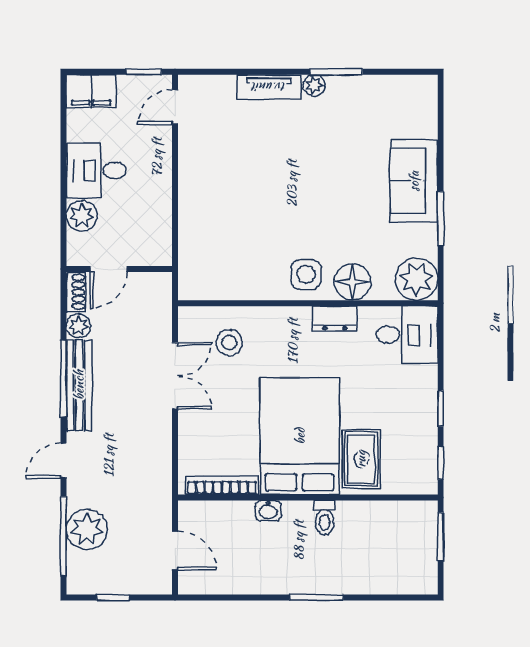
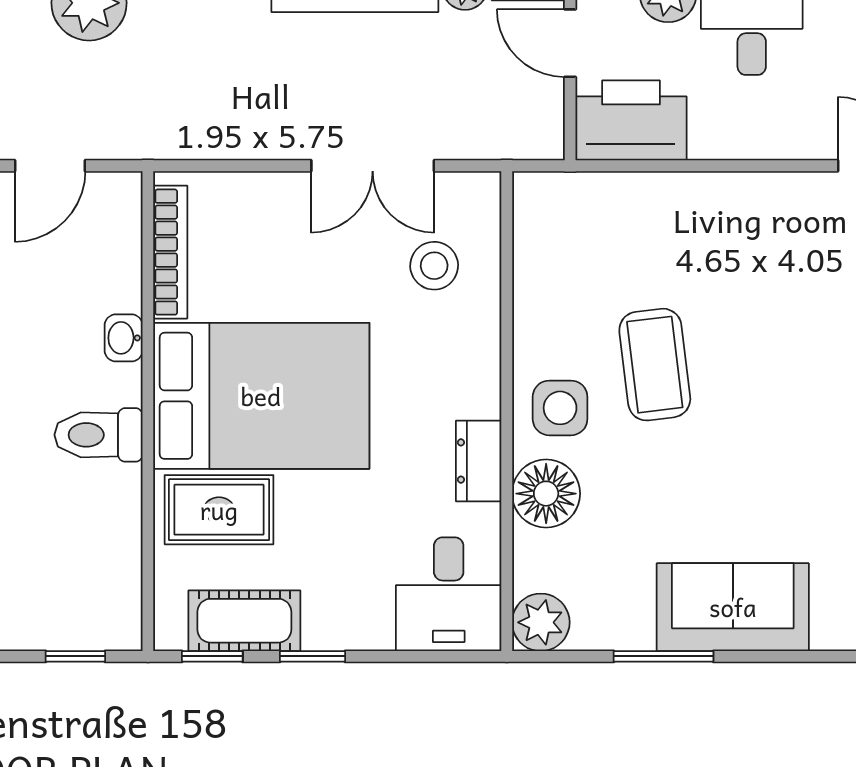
coffee table: (283, 223) -> (655, 365), added
printer: (150, 236) -> (631, 120), added
plant: (417, 279) -> (541, 622), width x0.73, depth x0.73
cot: (421, 445) -> (244, 621), added
toilet: (325, 518) -> (99, 435), width x1.37, depth x1.39
window: (441, 537) -> (75, 656), width x0.67

